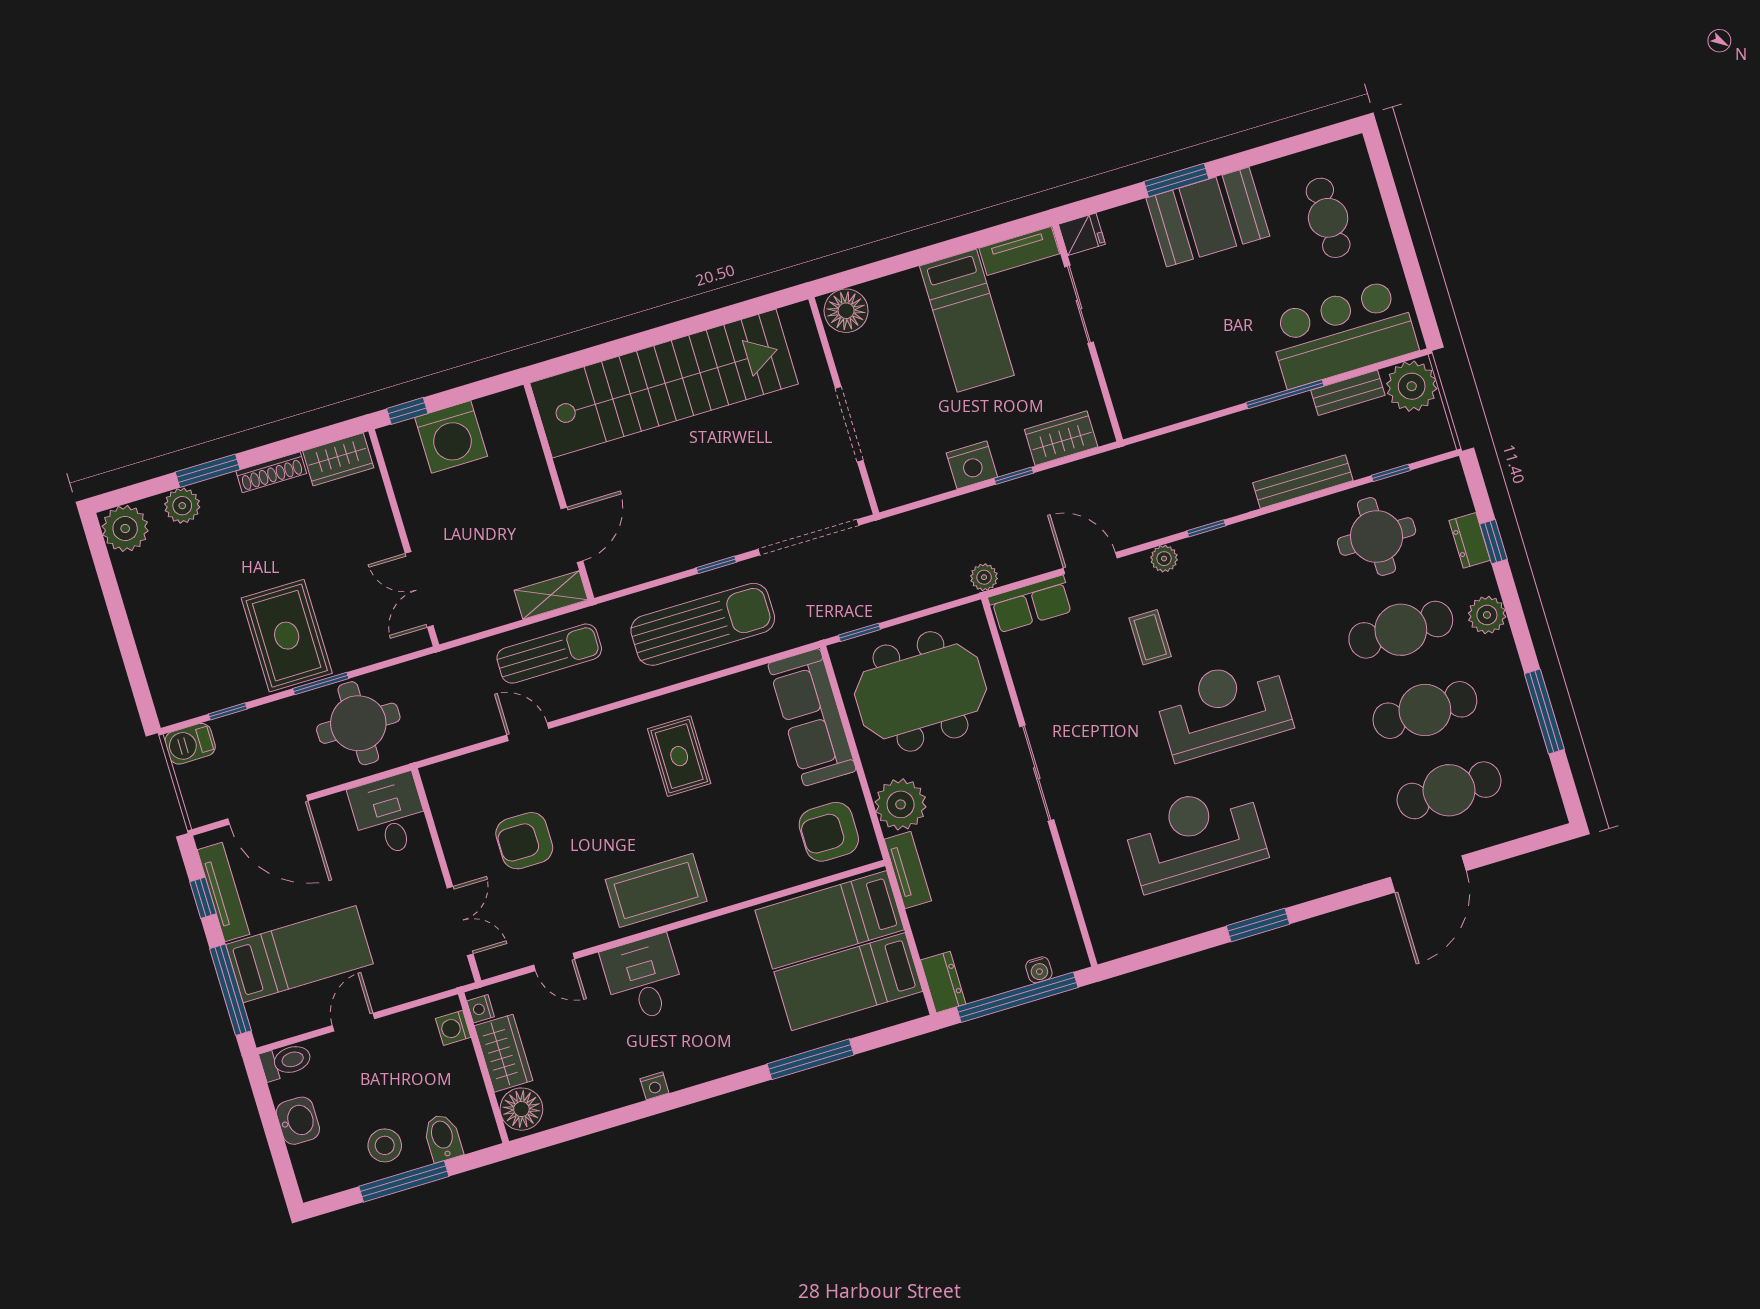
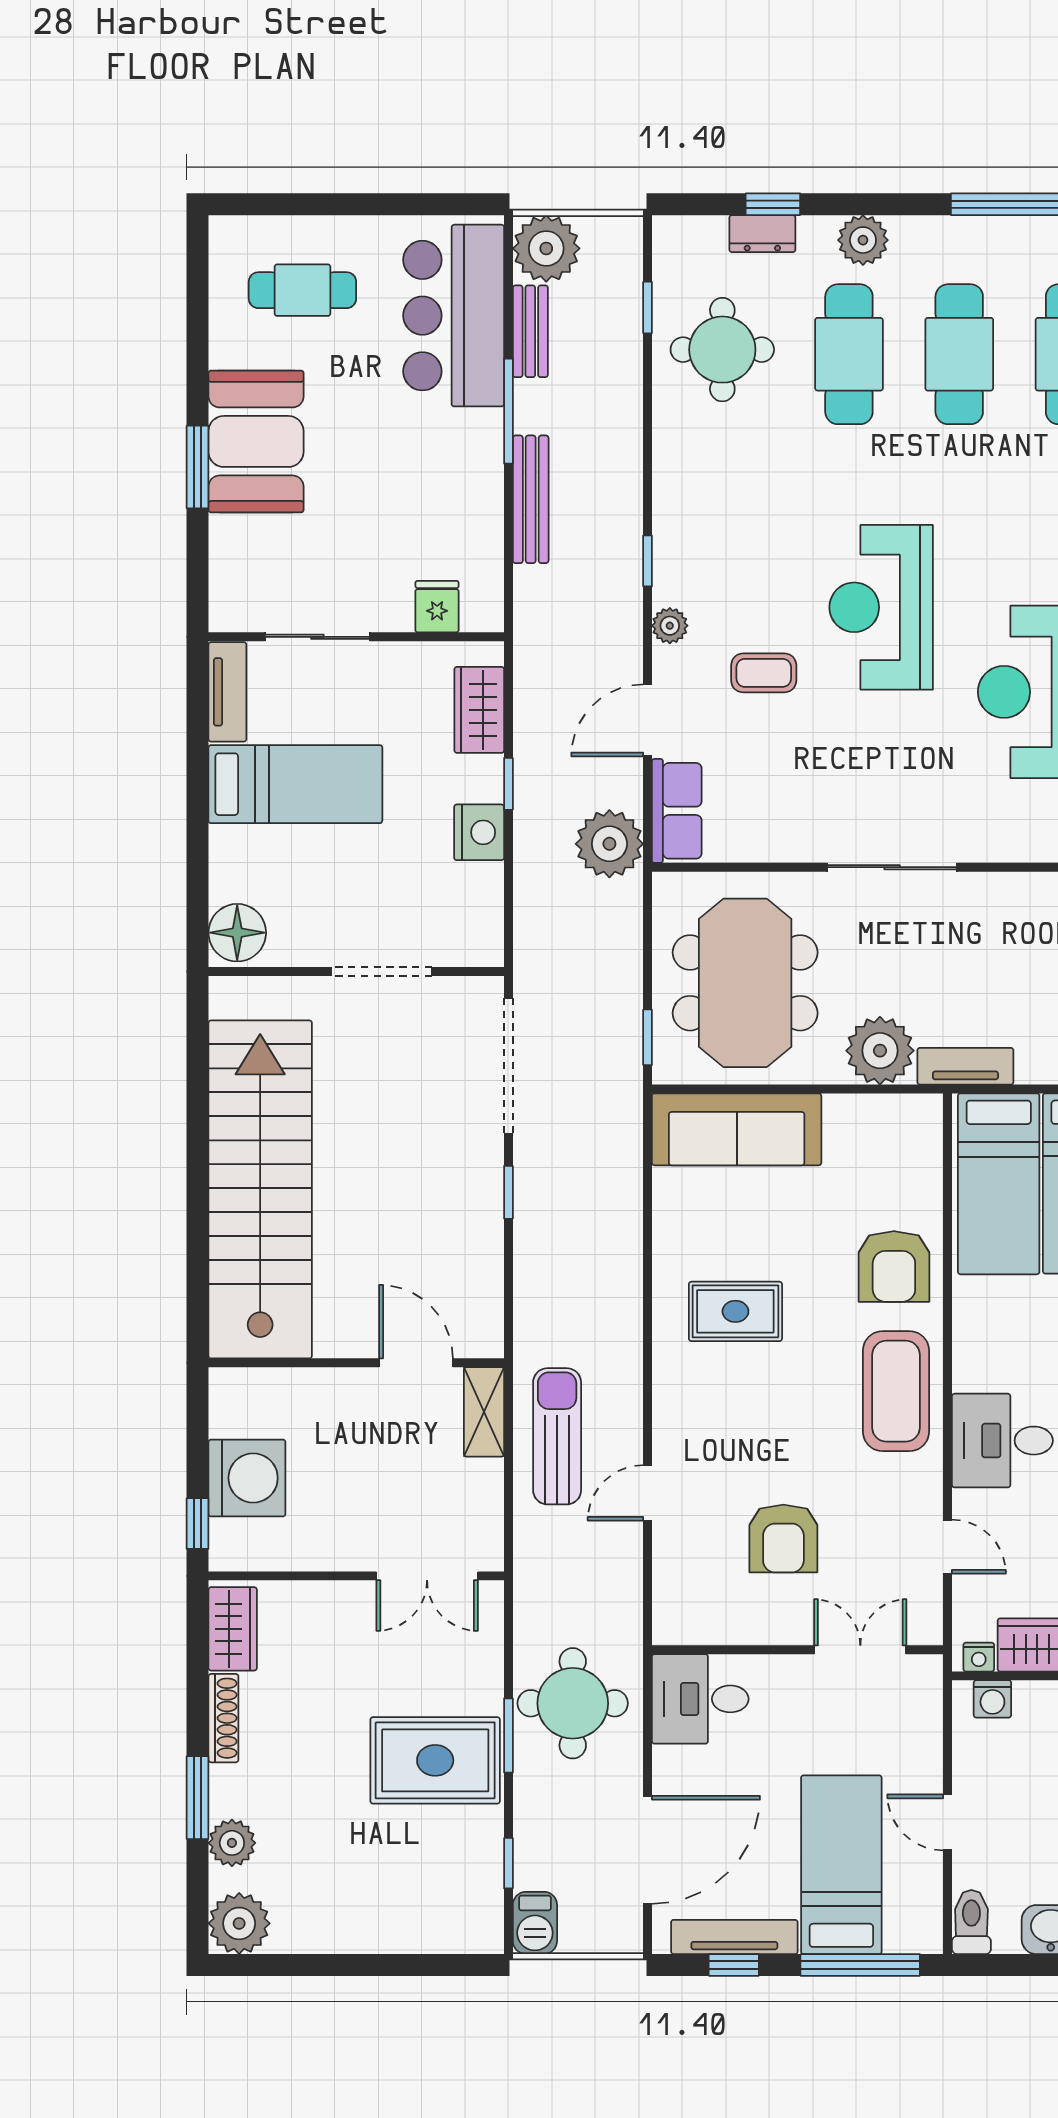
fridge: (1082, 234) -> (437, 607), moved
bench: (1303, 482) -> (531, 499), moved
plant: (984, 577) -> (609, 844), width x1.87, depth x1.87
sun lounger: (703, 624) -> (578, 1232), removed
armchair: (829, 832) -> (894, 1266), moved
door: (554, 962) -> (948, 1547), hinge flipped

